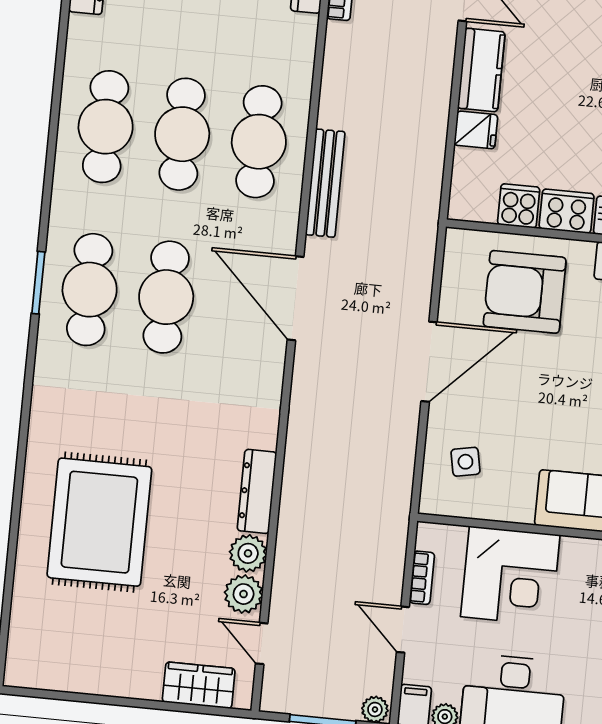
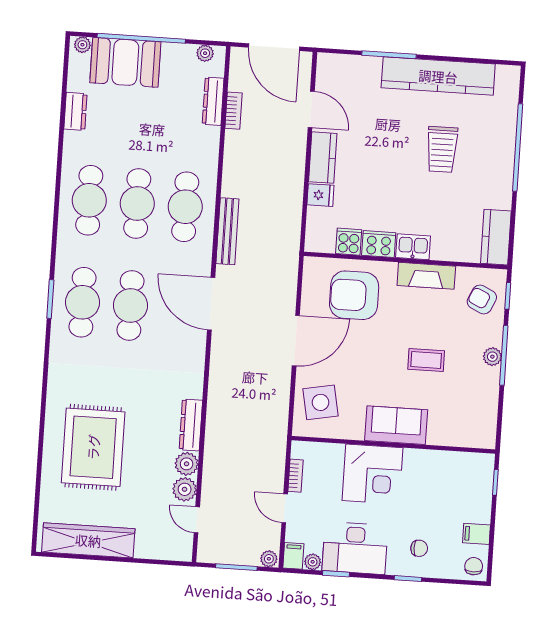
side table: (465, 462) -> (321, 402), width x1.87, depth x1.87
corner desk: (510, 576) -> (373, 474), moved
wardrobe: (199, 685) -> (88, 540), moved, width x2.10, depth x1.17

